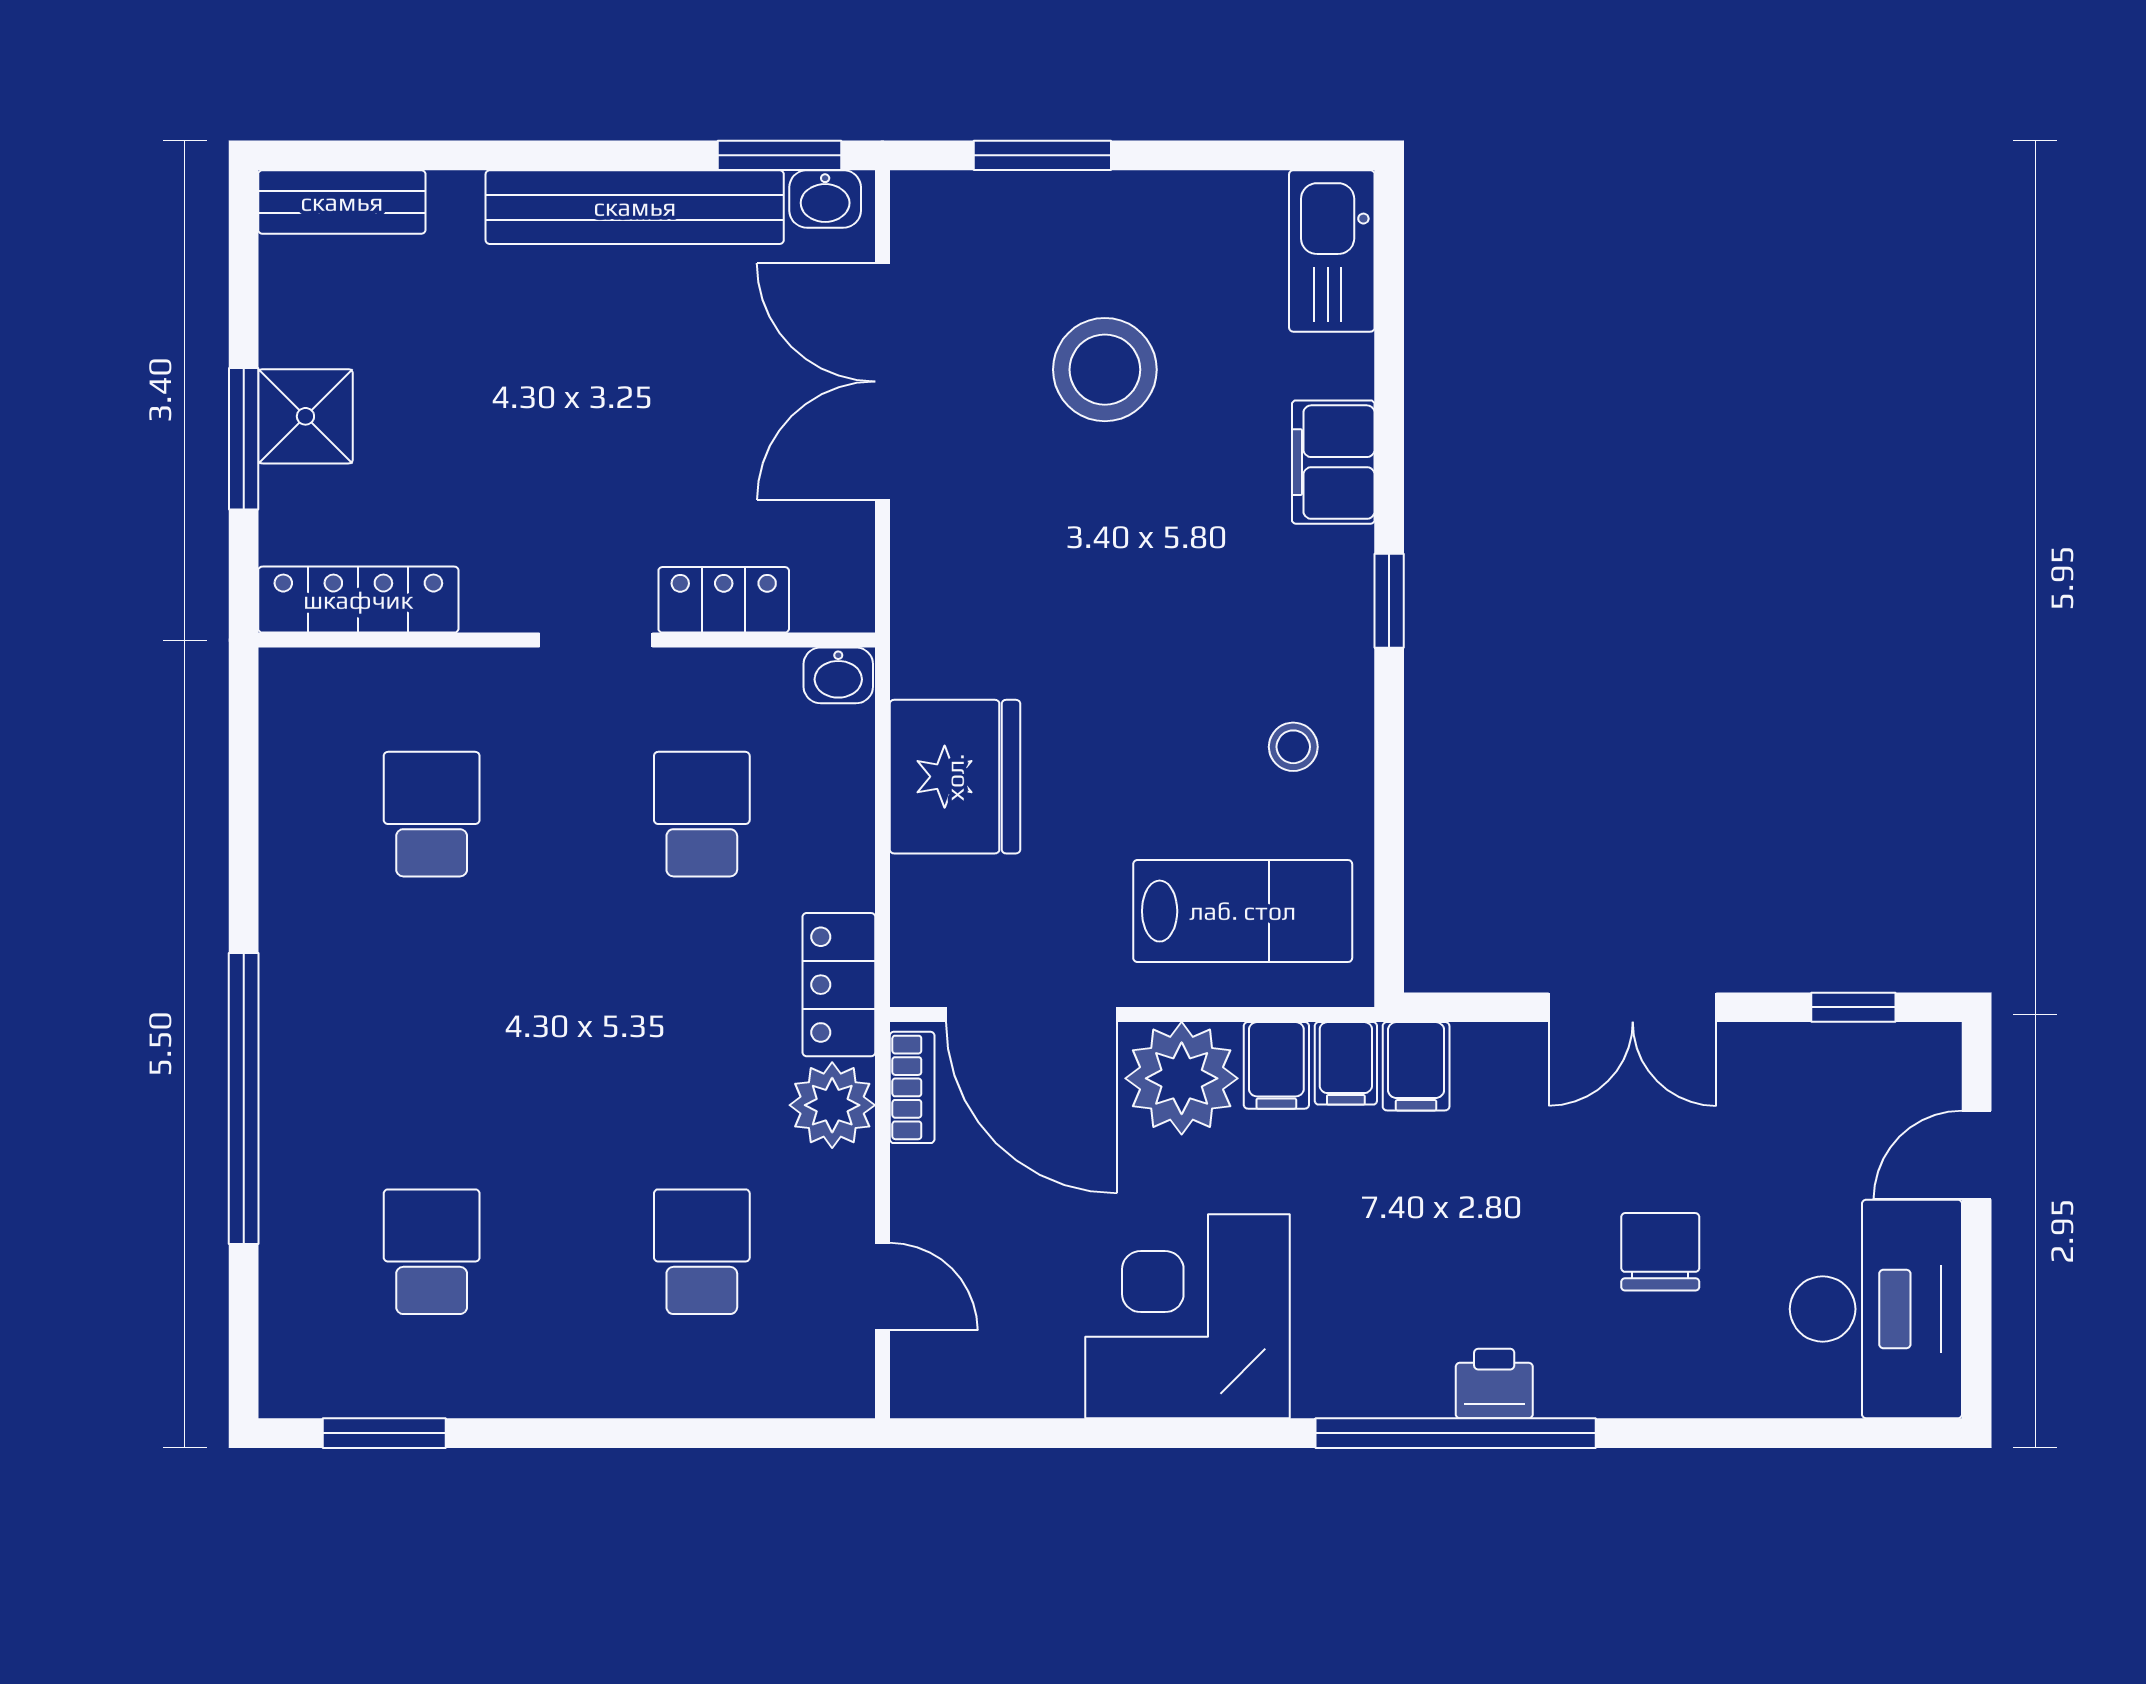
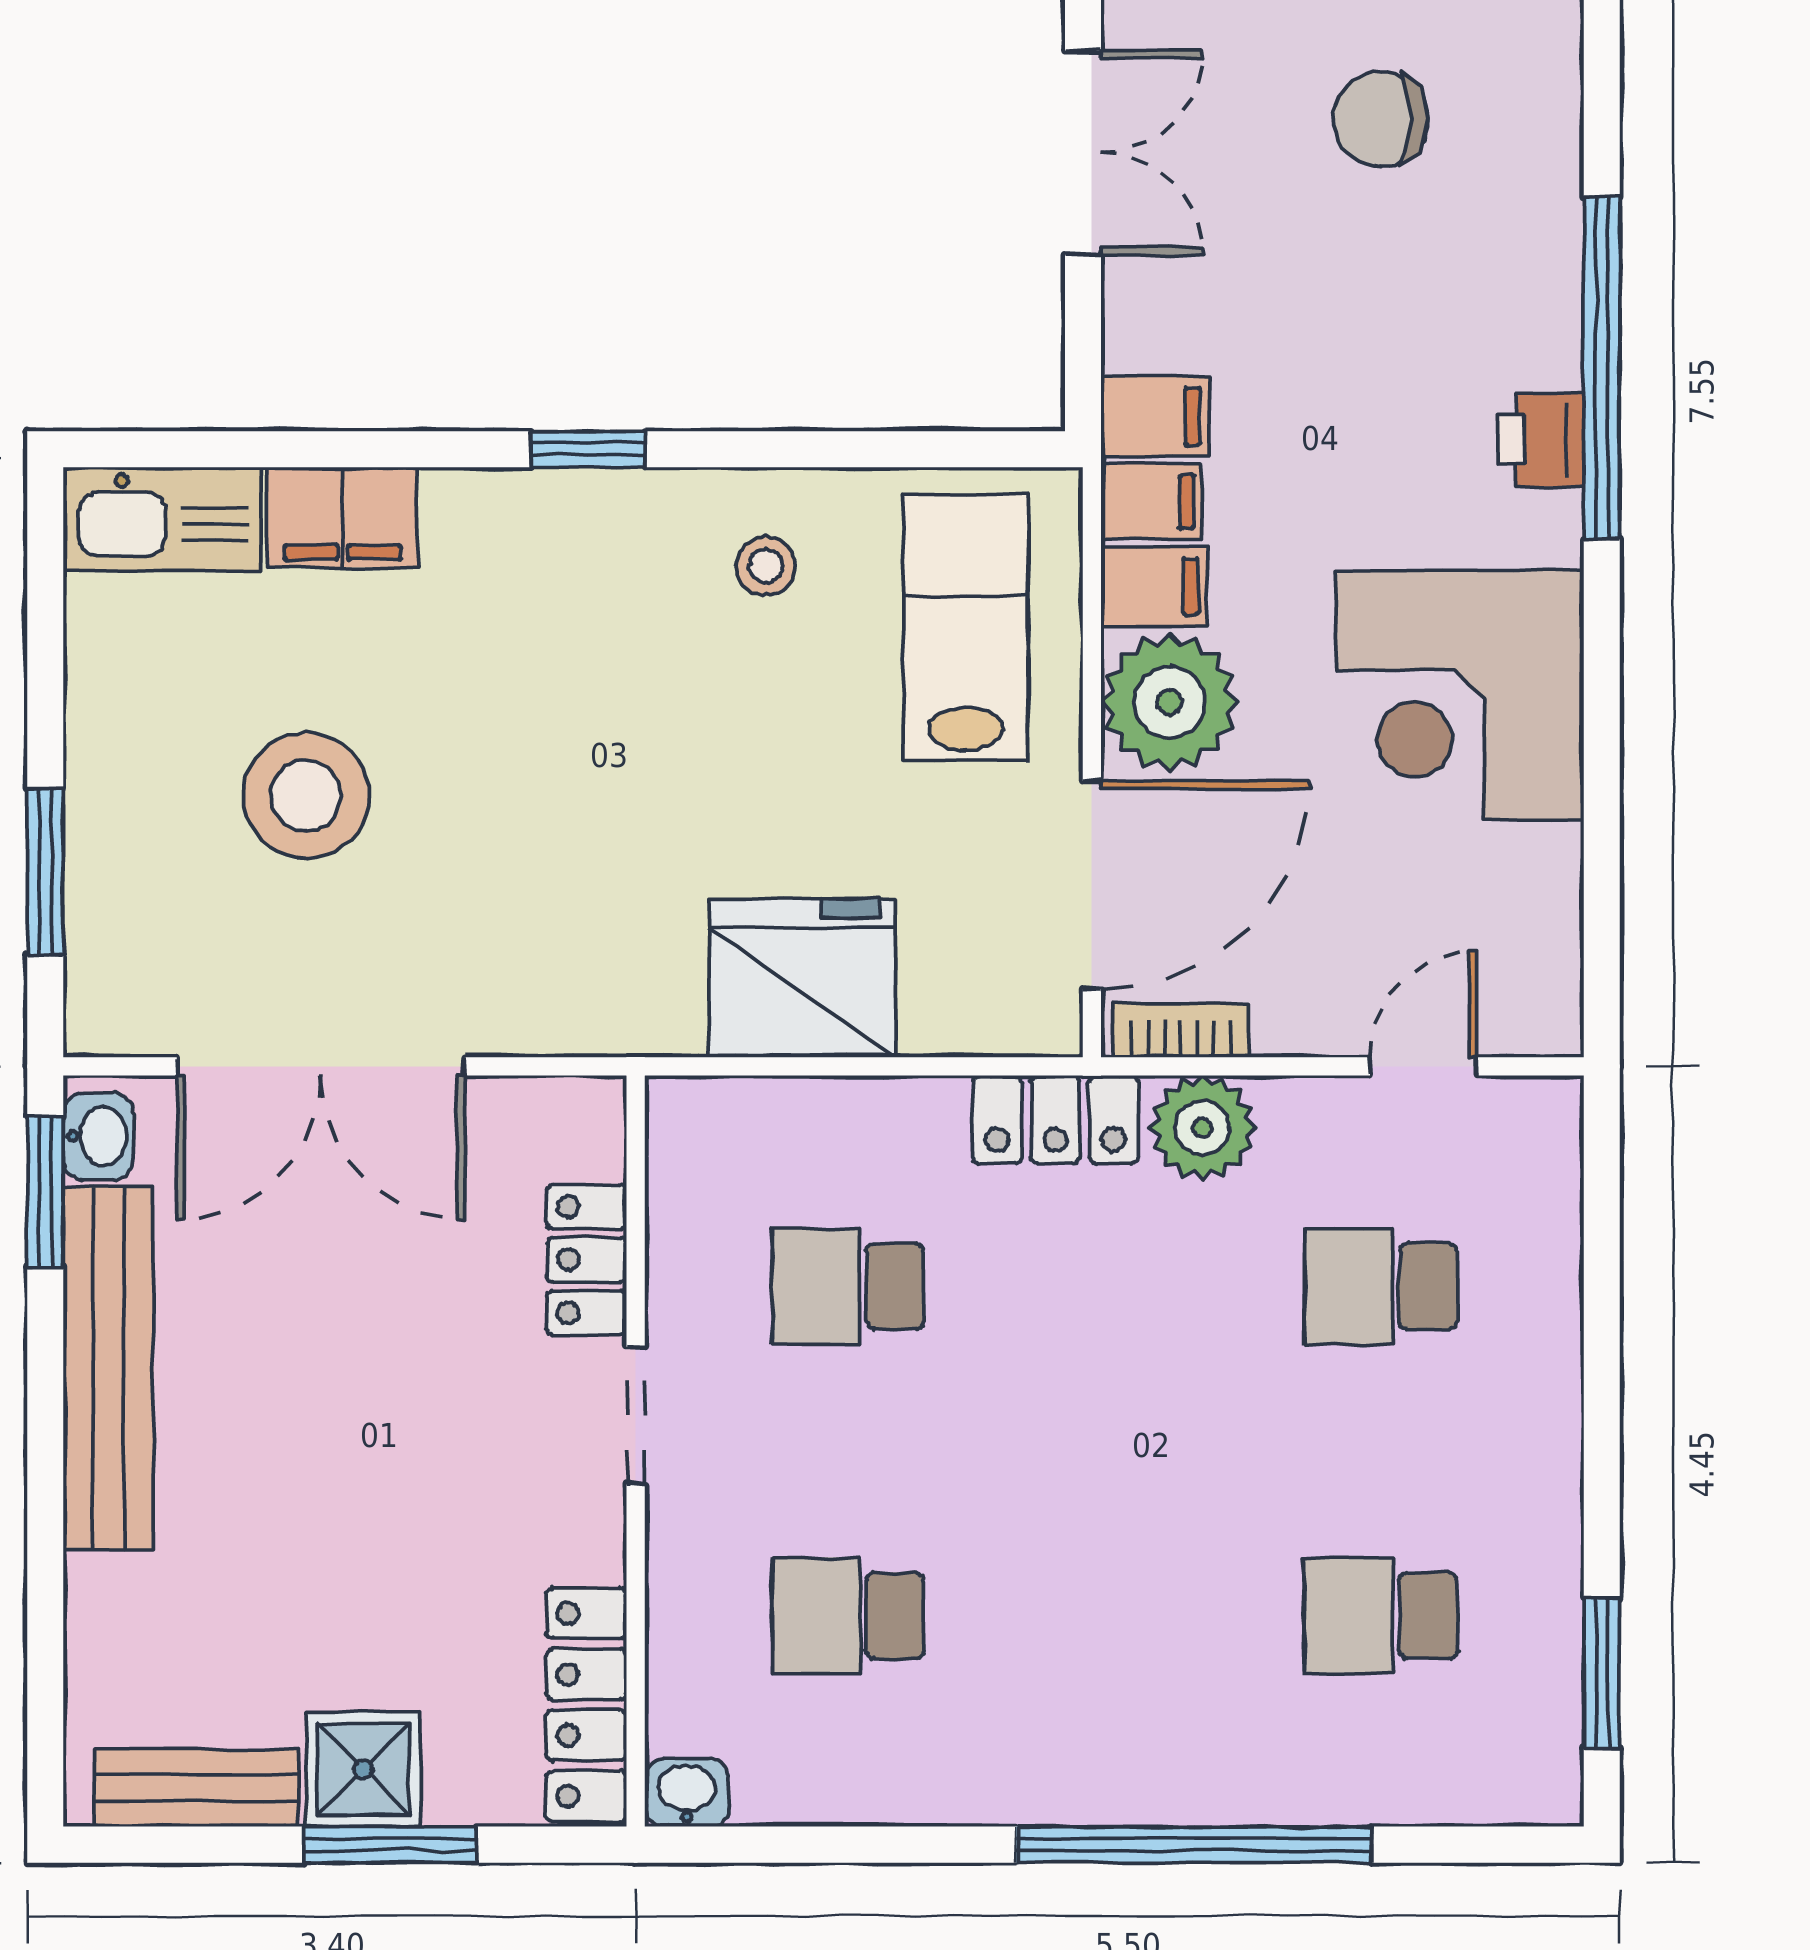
bench: (342, 202) -> (197, 1788), moved, turned 90
filing cabinet: (1333, 462) -> (343, 517), moved
washbasin: (838, 675) -> (687, 1793), moved, turned -90
printer: (1494, 1384) -> (1541, 440), moved

